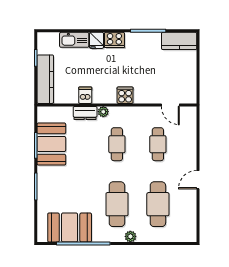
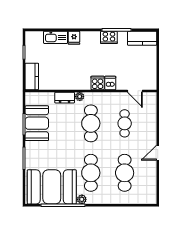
cooker: (114, 40) -> (109, 37), moved
kitchen counter: (45, 79) -> (32, 76), width x0.67
dishwasher: (85, 95) -> (110, 83), moved
cafe table: (117, 144) -> (91, 123), width x1.37, depth x1.35
booth: (70, 227) -> (52, 187), width x1.36, depth x1.42
plant: (130, 236) -> (82, 199), moved

